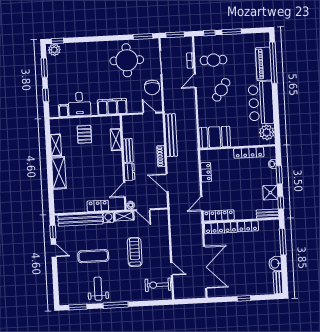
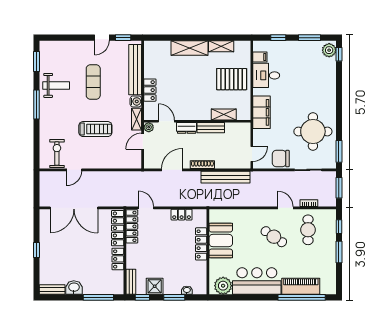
pallet: (84, 134) -> (232, 79), width x1.50, depth x1.42
booth: (215, 137) -> (221, 241), moved
locker: (249, 153) -> (201, 244), moved

